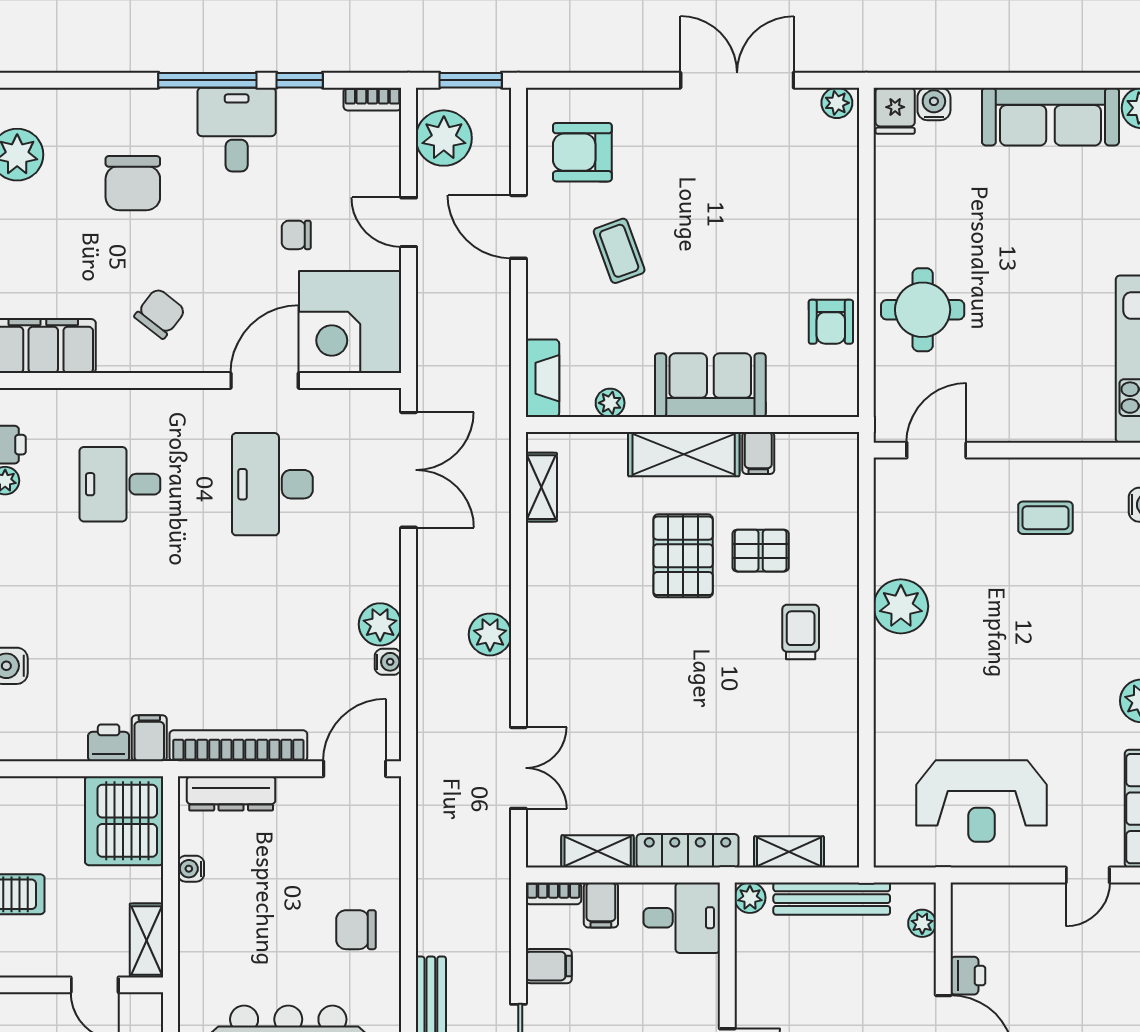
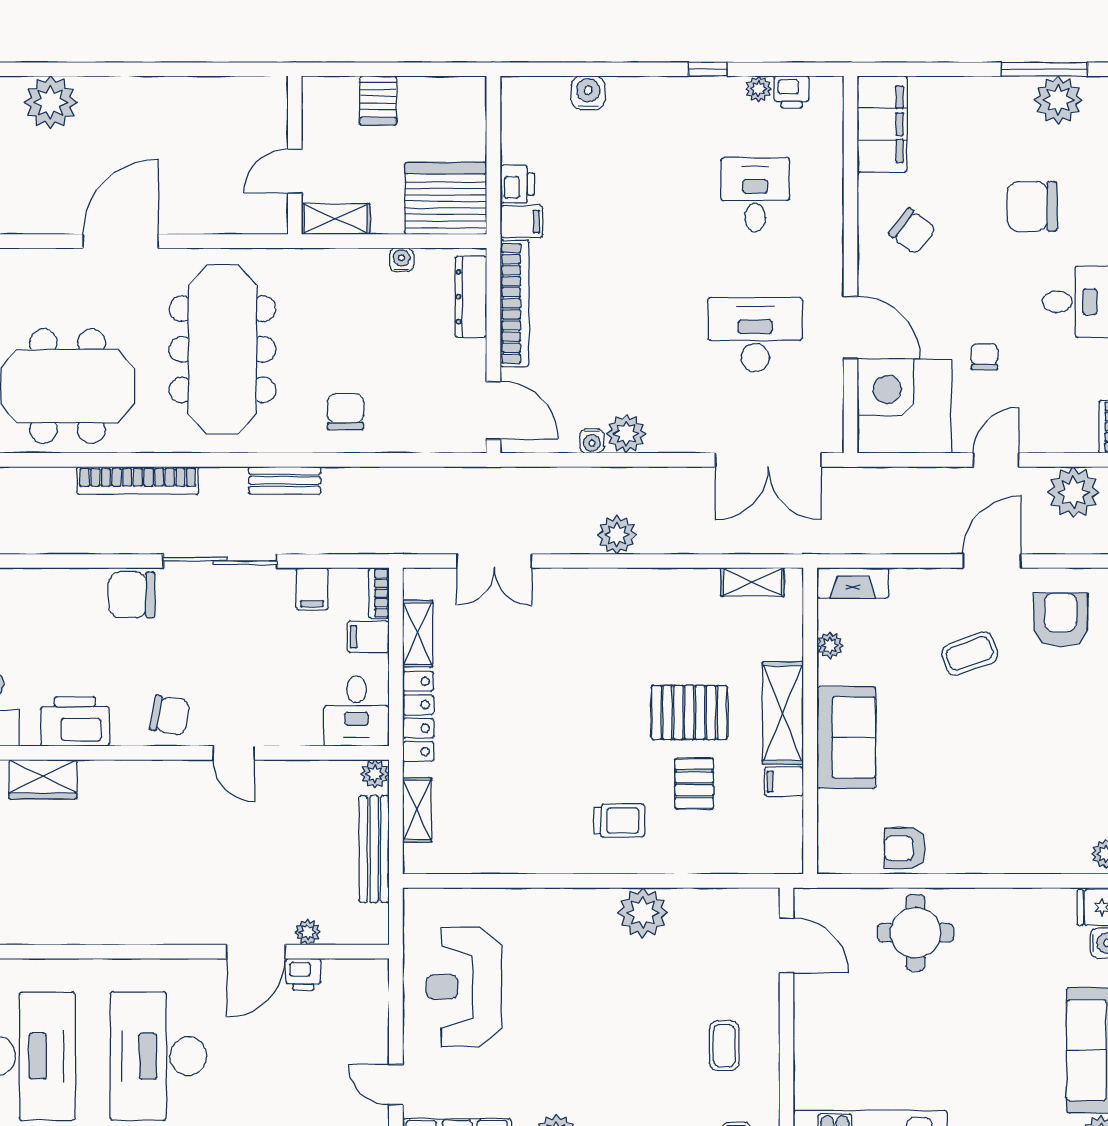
plant: (922, 923) -> (308, 932), moved

